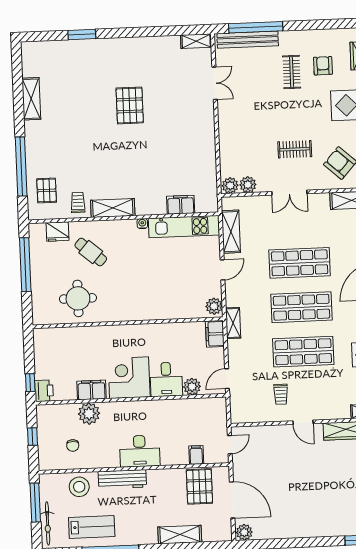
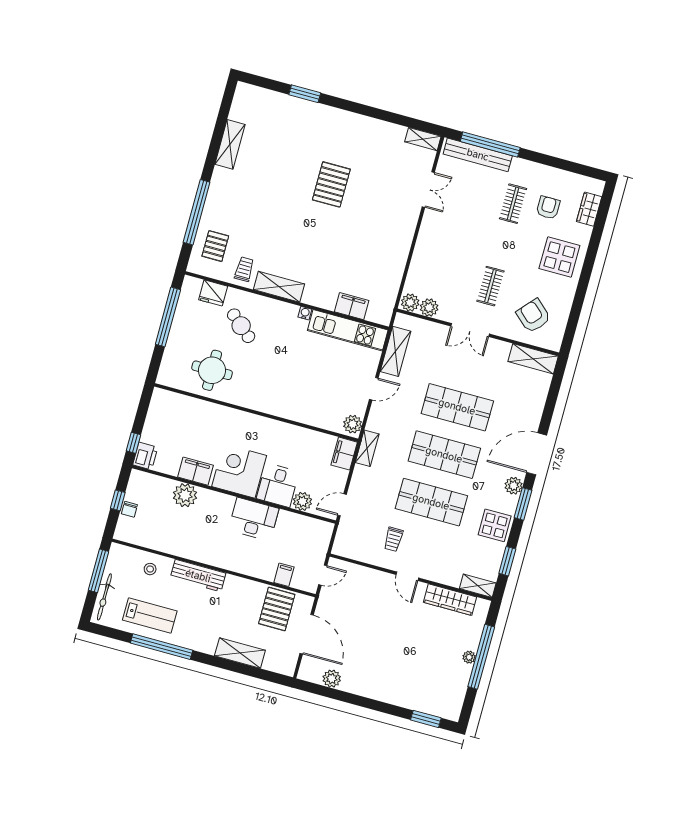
clothes rail: (295, 149) -> (490, 286), turned 90
chair: (73, 445) -> (129, 509), moved
desk: (140, 451) -> (254, 519), moved, turned 180
stool: (79, 487) -> (150, 569), width x0.53, depth x0.53
plant: (244, 532) -> (332, 679), moved

